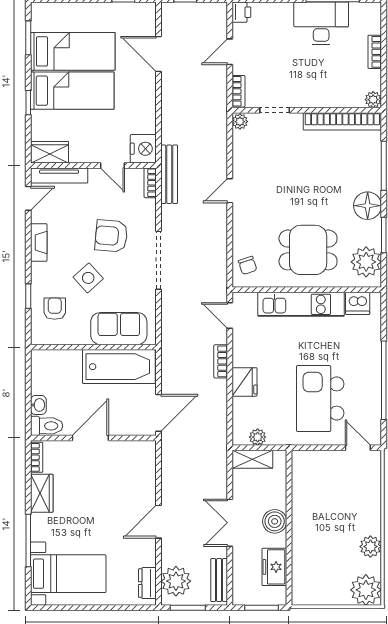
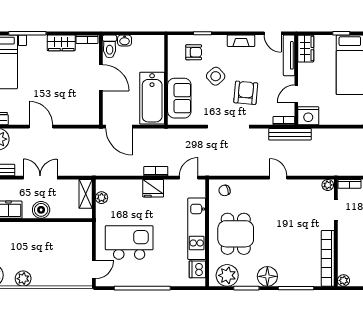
fridge: (244, 382) -> (153, 188), moved

